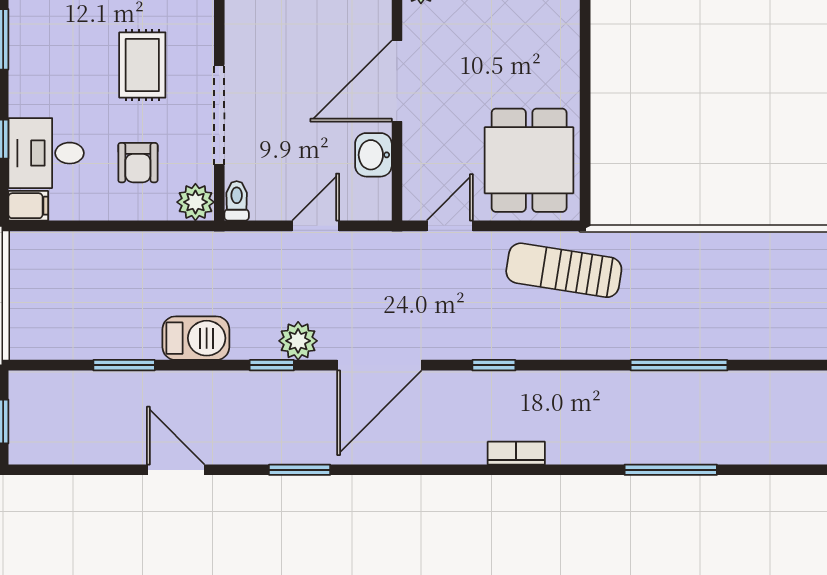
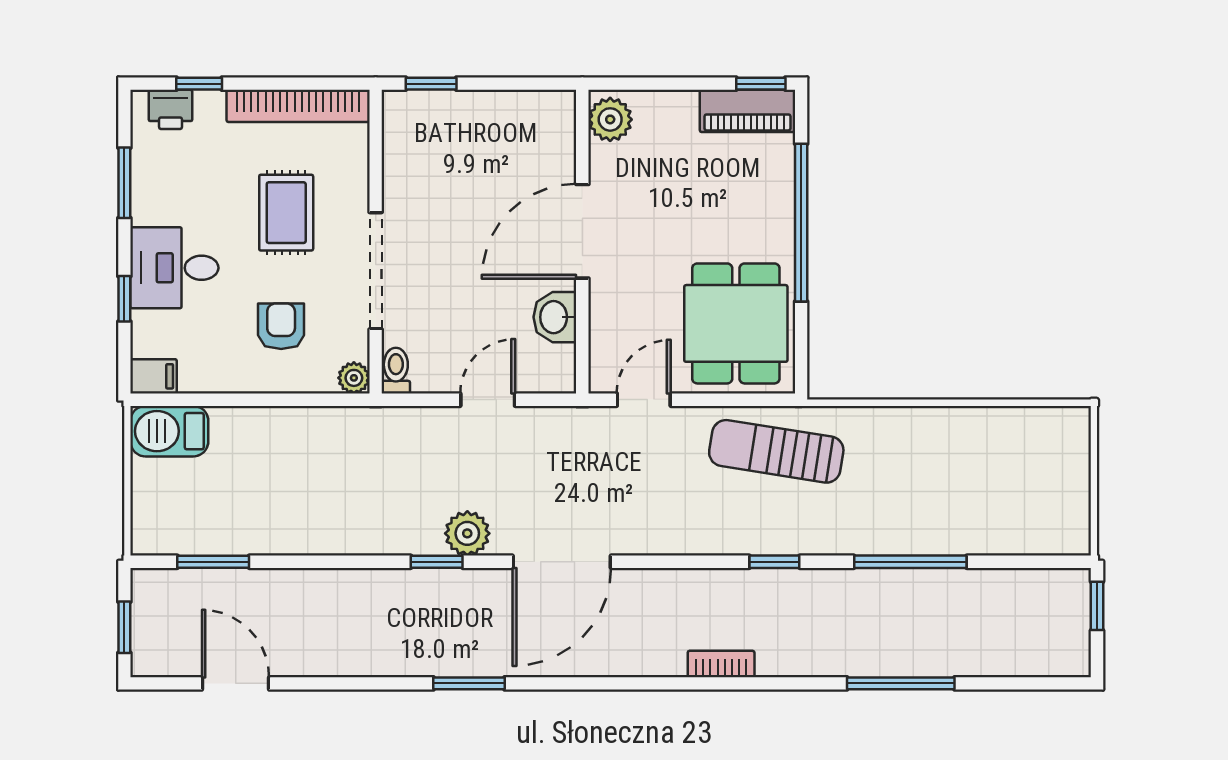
window: (585, 74) -> (801, 223), added
desk: (46, 153) -> (174, 268), moved
armchair: (138, 163) -> (281, 326), turned 180
plant: (195, 202) -> (354, 378), width x0.73, depth x0.73
barbecue: (196, 338) -> (169, 431), moved, turned 180
window: (124, 365) -> (213, 562), moved
window: (494, 365) -> (774, 562), moved
door: (176, 470) -> (235, 683), moved

